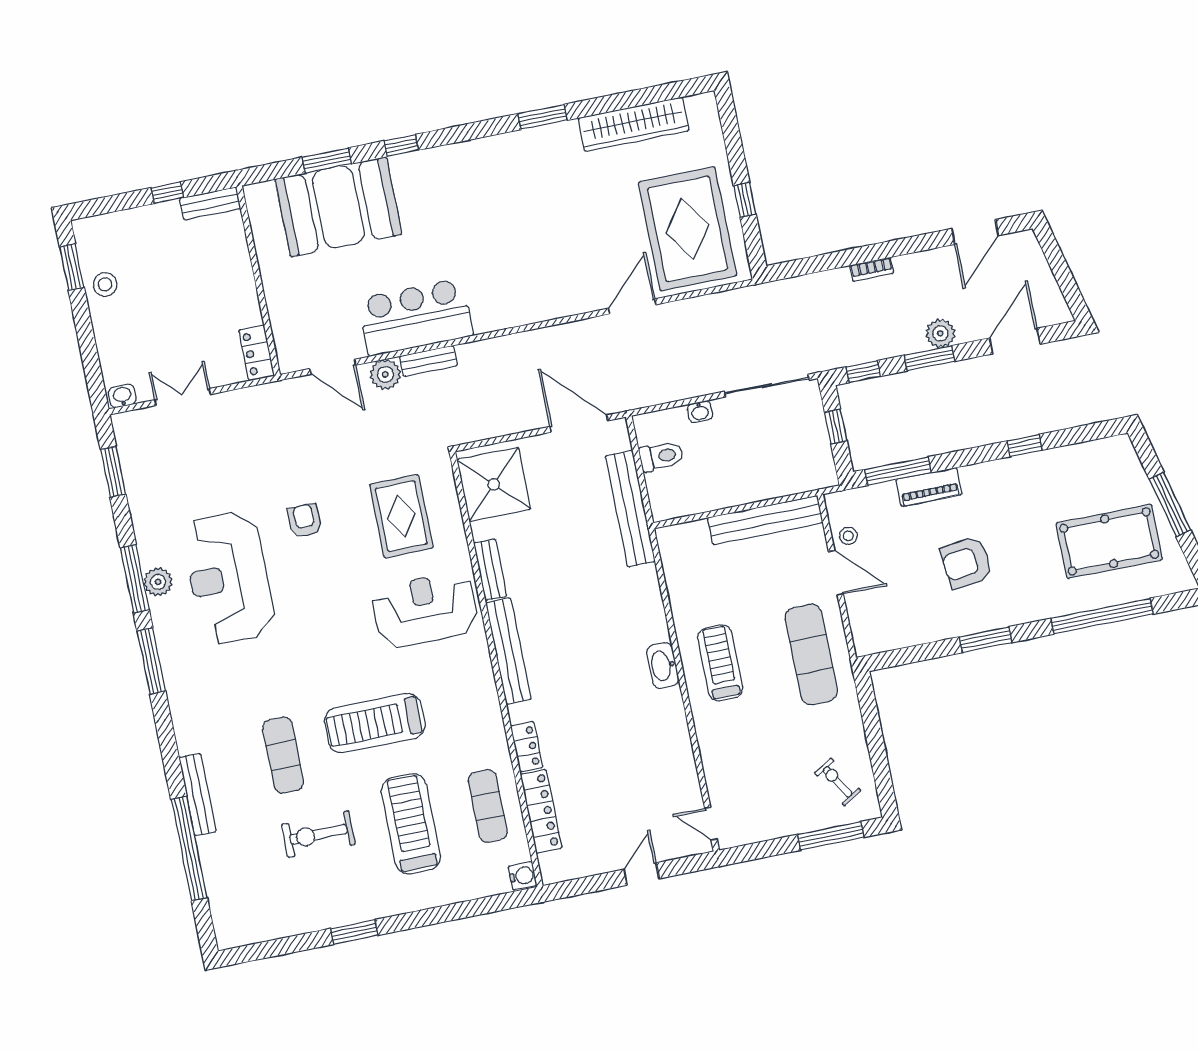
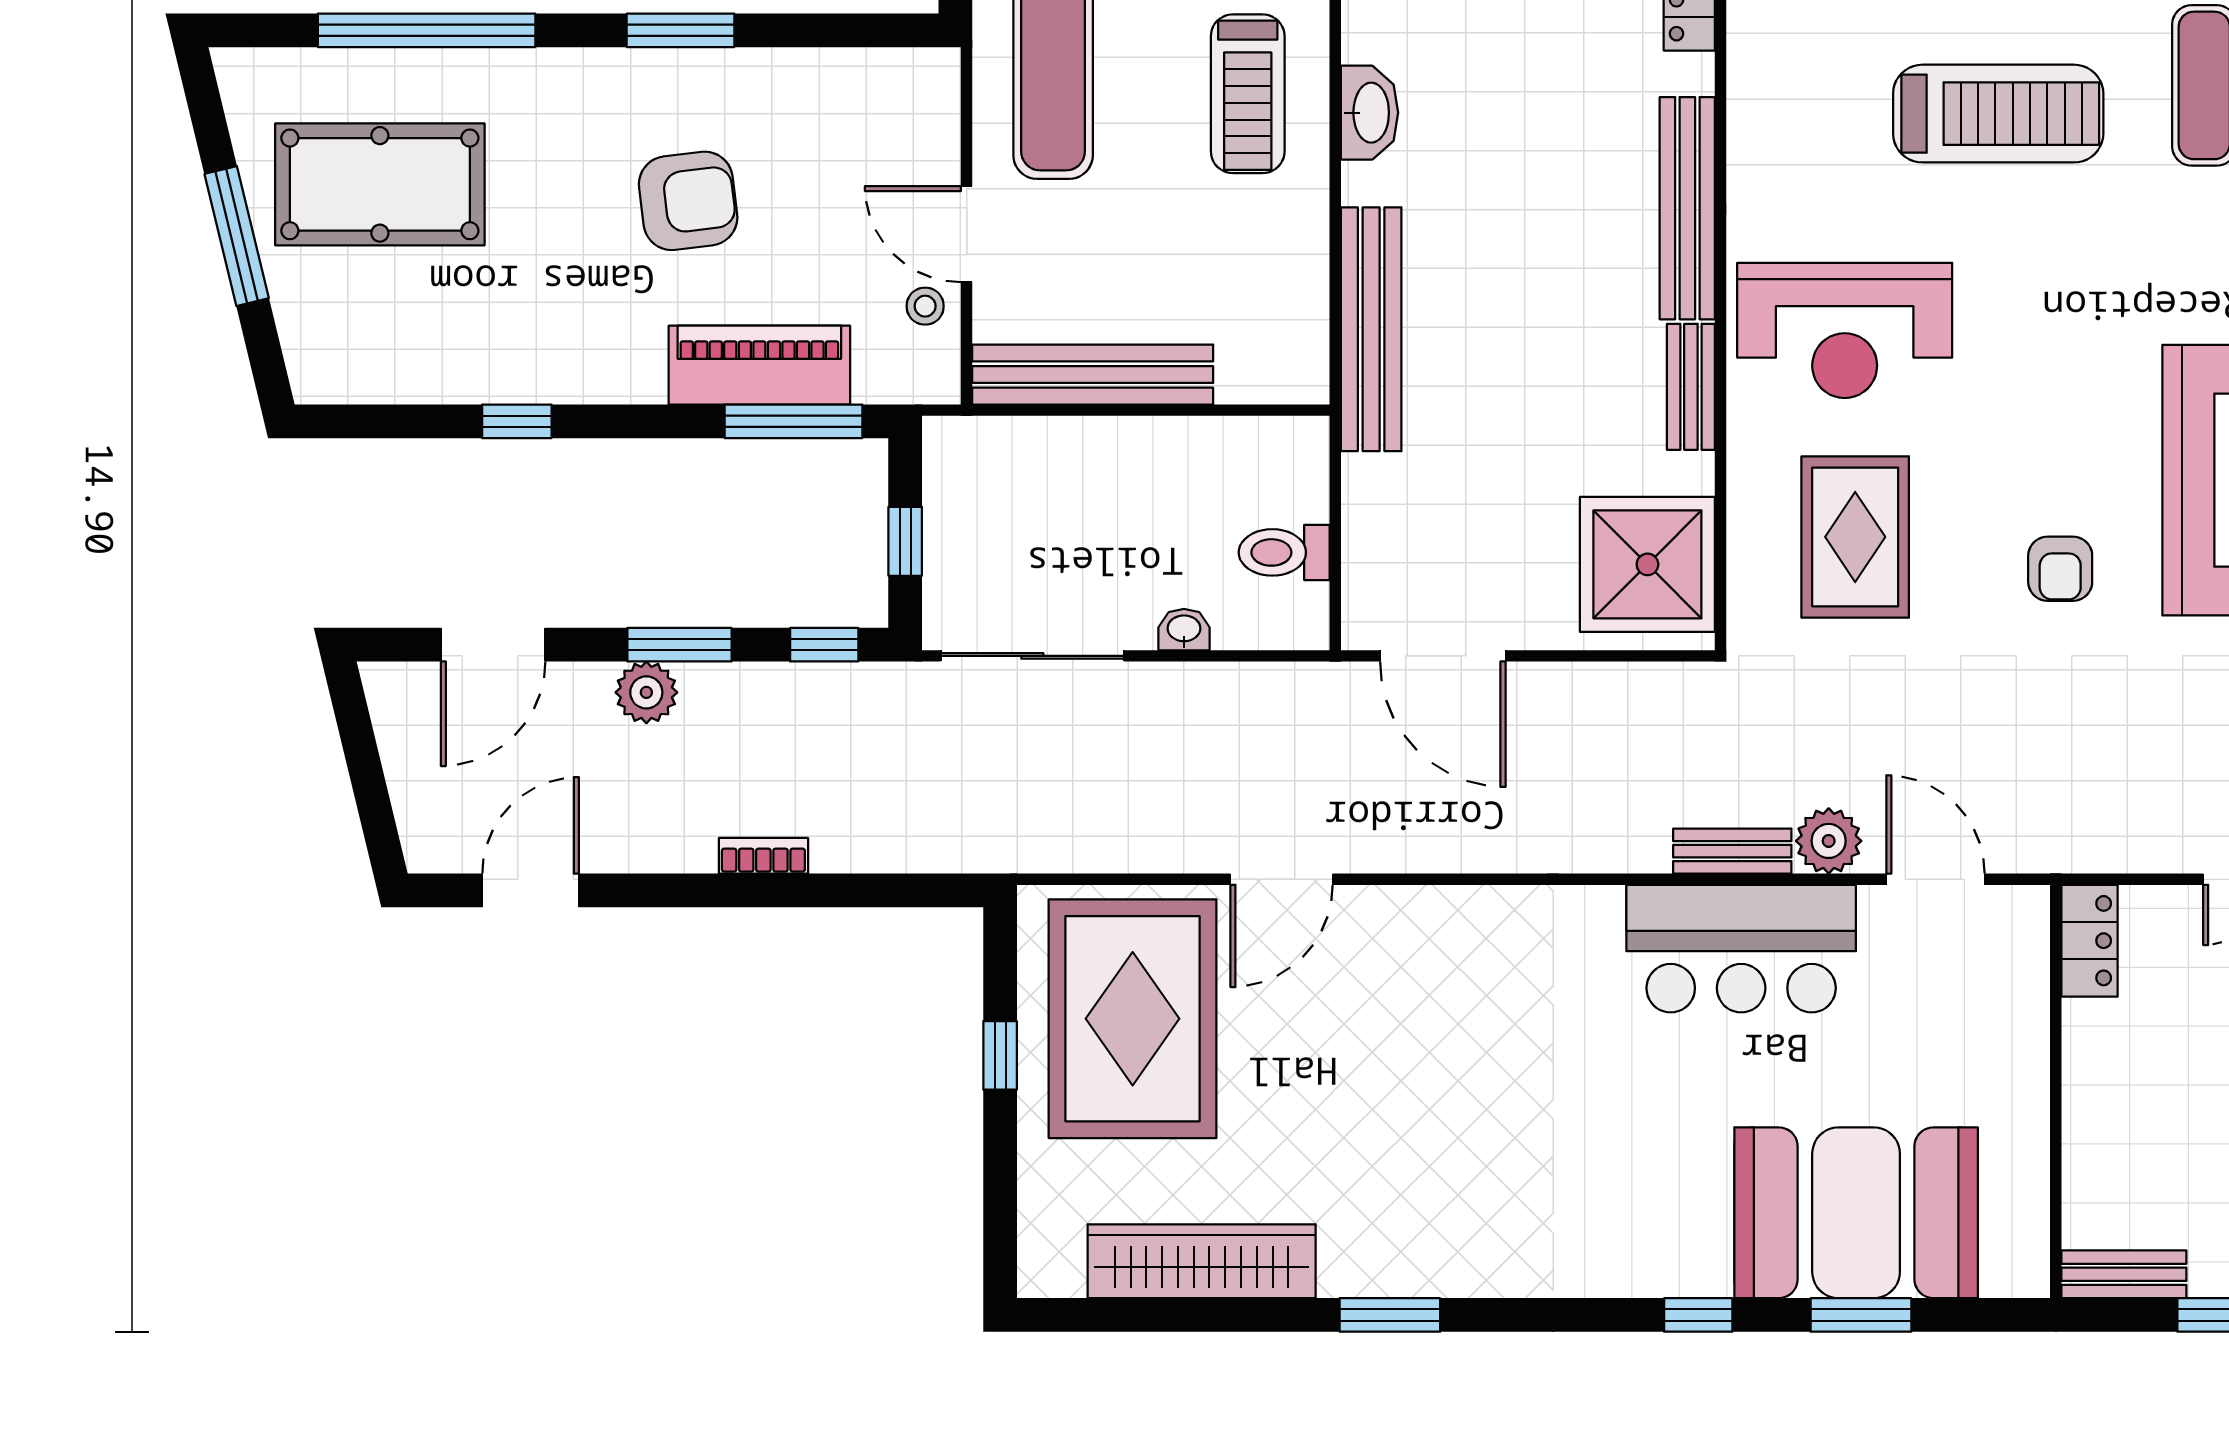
piano: (929, 487) -> (759, 365), width x1.37, depth x1.33
bench: (630, 509) -> (1371, 329), moved

